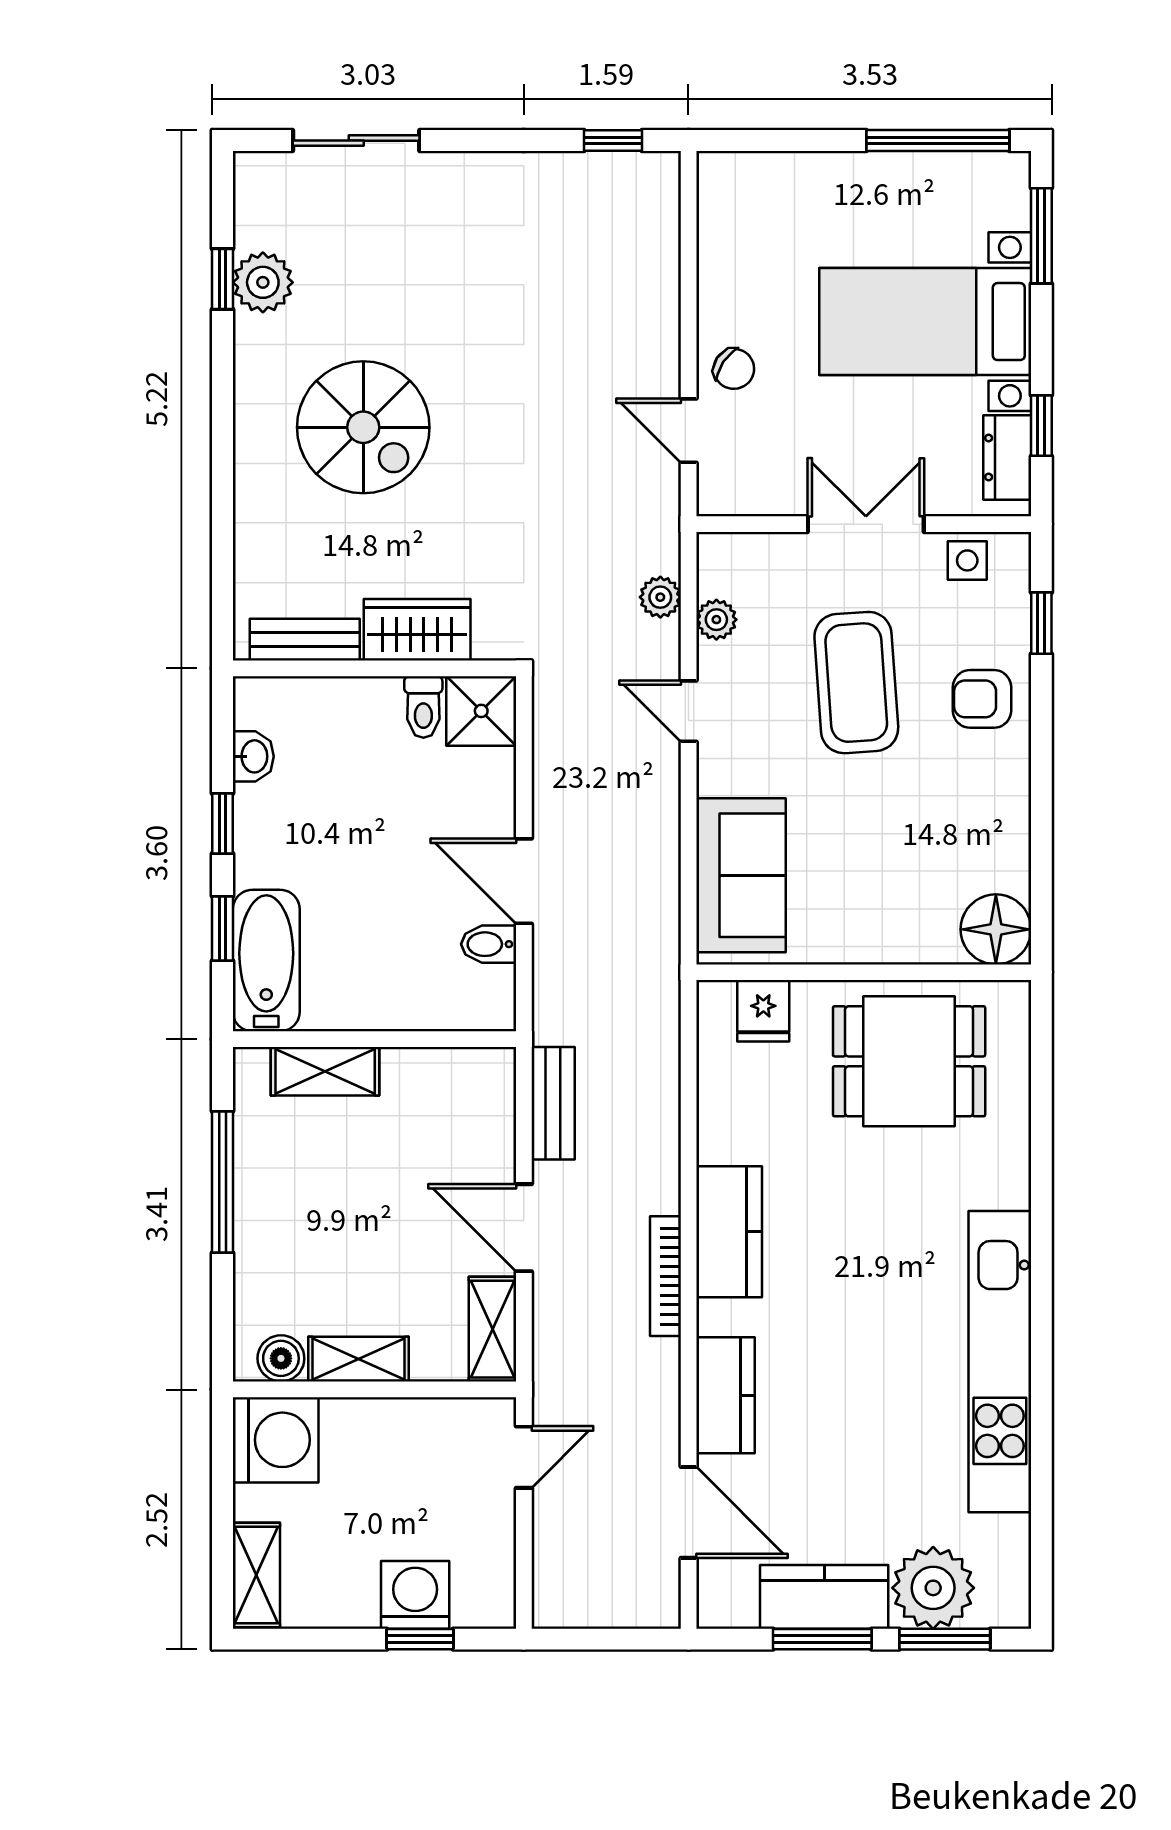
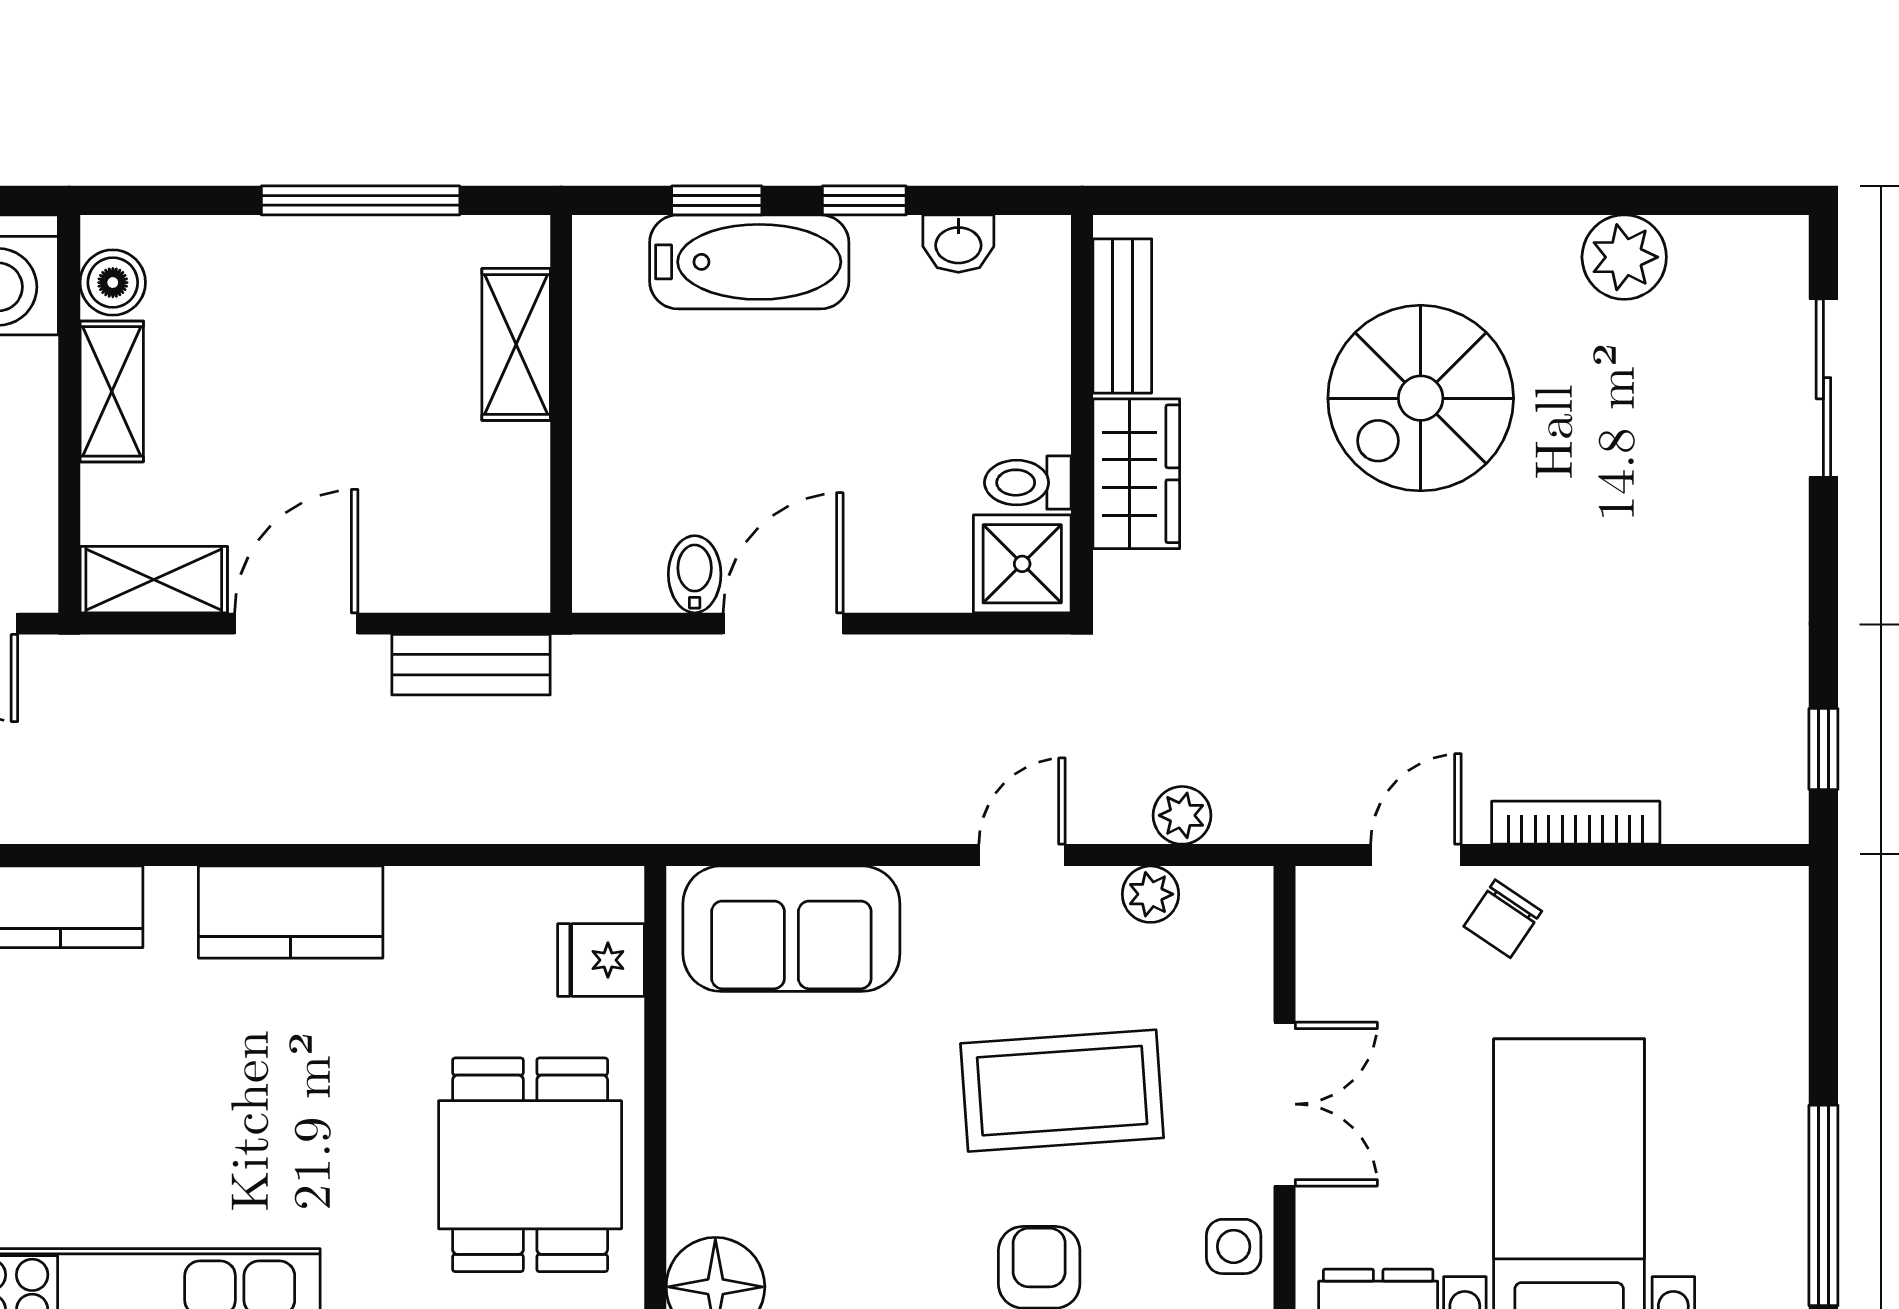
window: (223, 279) -> (1629, 200), removed
bathtub: (266, 961) -> (749, 262), moved
bookcase: (666, 1276) -> (1576, 823), moved

